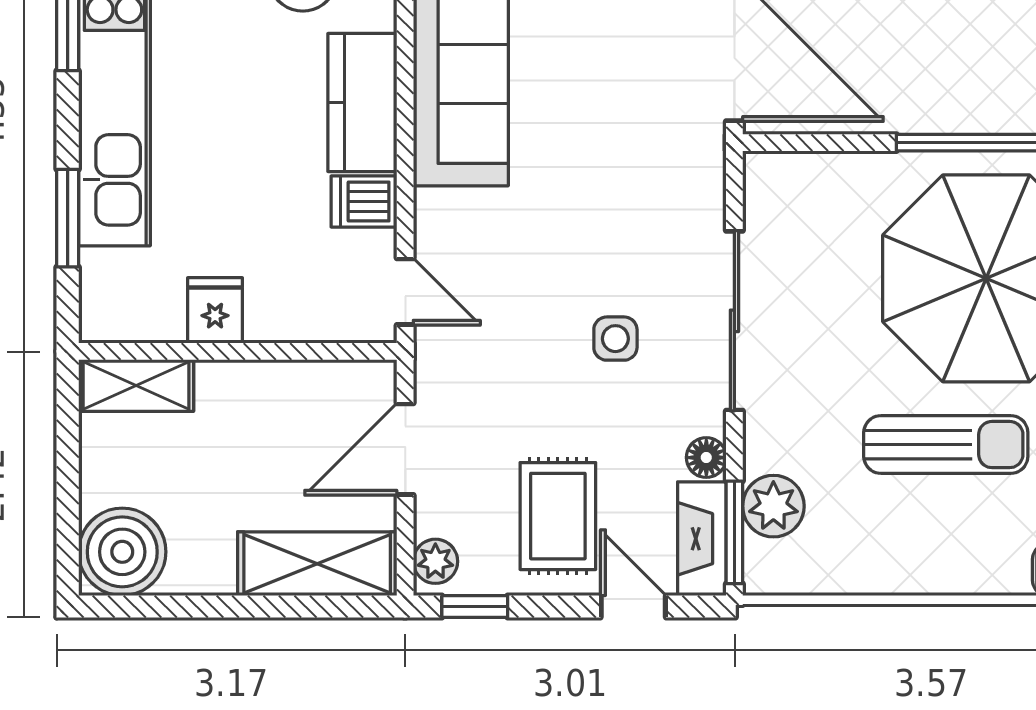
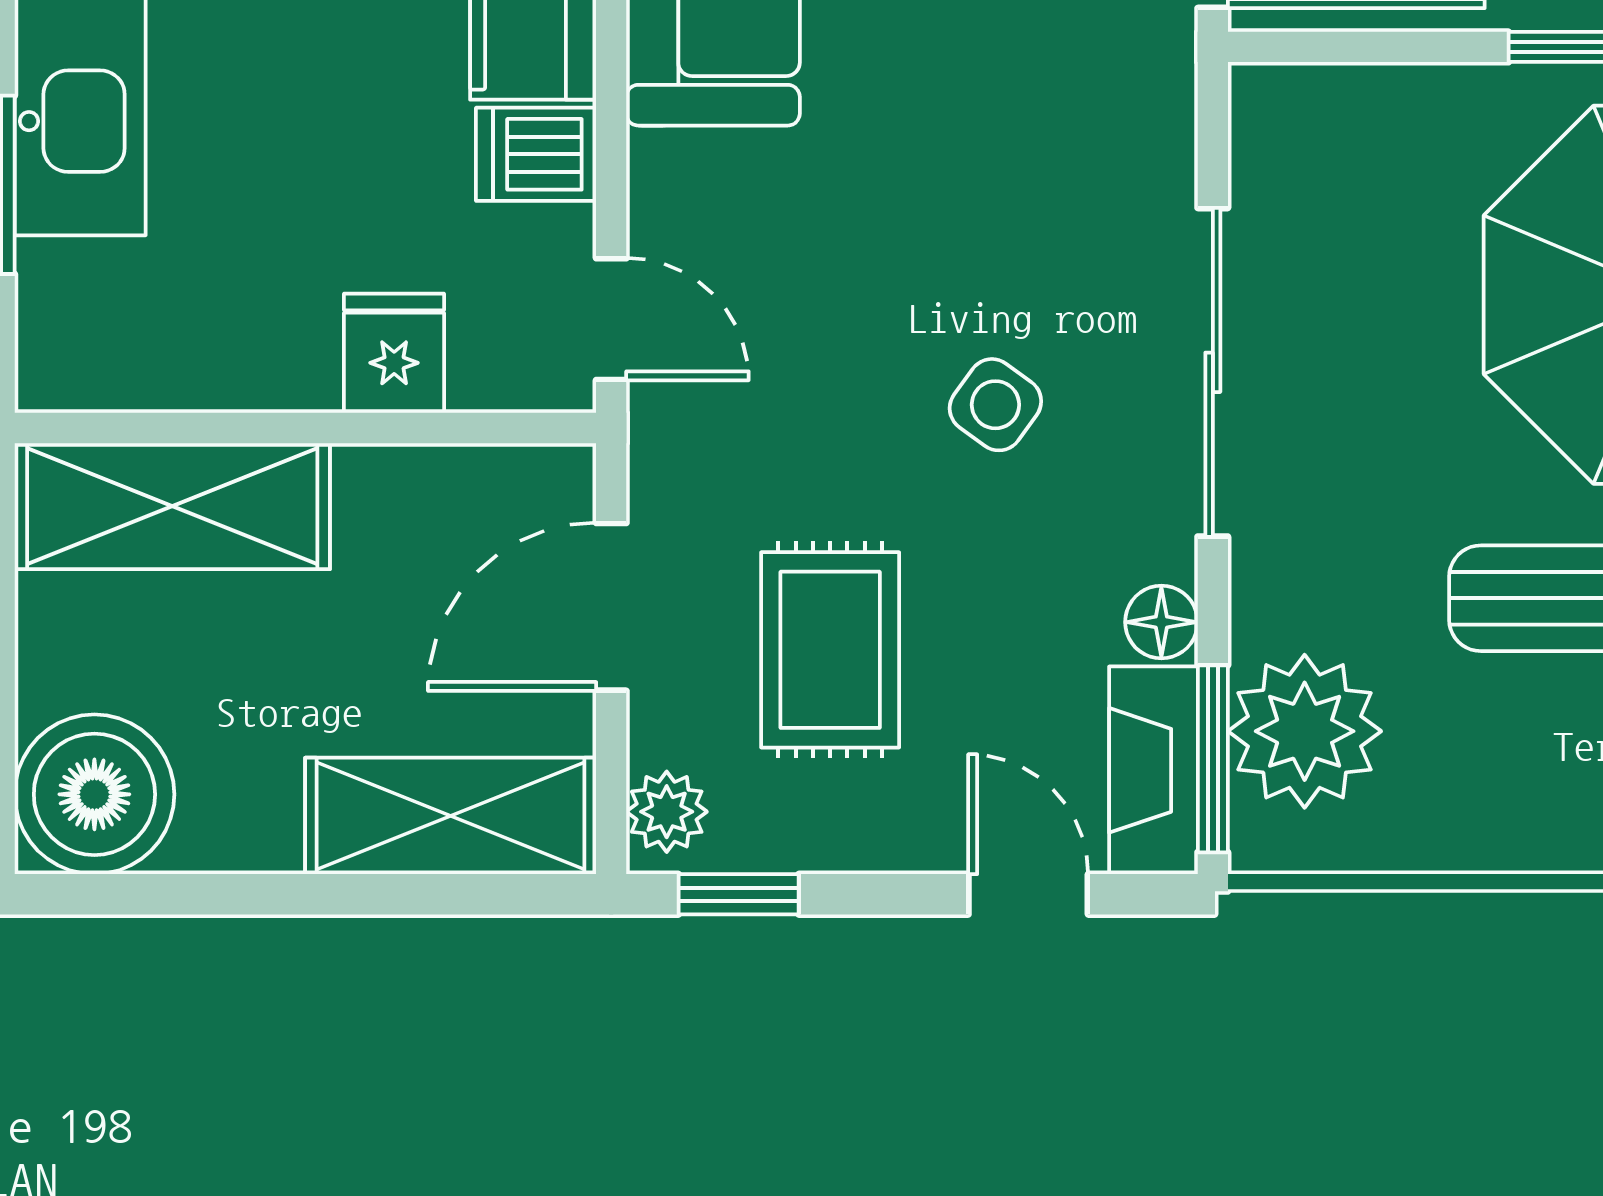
fridge: (215, 310) -> (394, 353), moved
side table: (615, 339) -> (995, 405), turned 36
shelving: (136, 385) -> (172, 506), width x1.50, depth x1.33
plant: (773, 506) -> (1305, 731), width x1.36, depth x1.36
rug: (558, 516) -> (830, 650), moved

